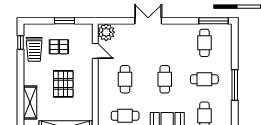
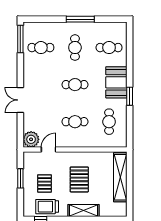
trolley: (34, 49) -> (47, 207), turned 180
pallet: (63, 84) -> (79, 179), turned 90
shelving: (30, 102) -> (83, 210), moved

